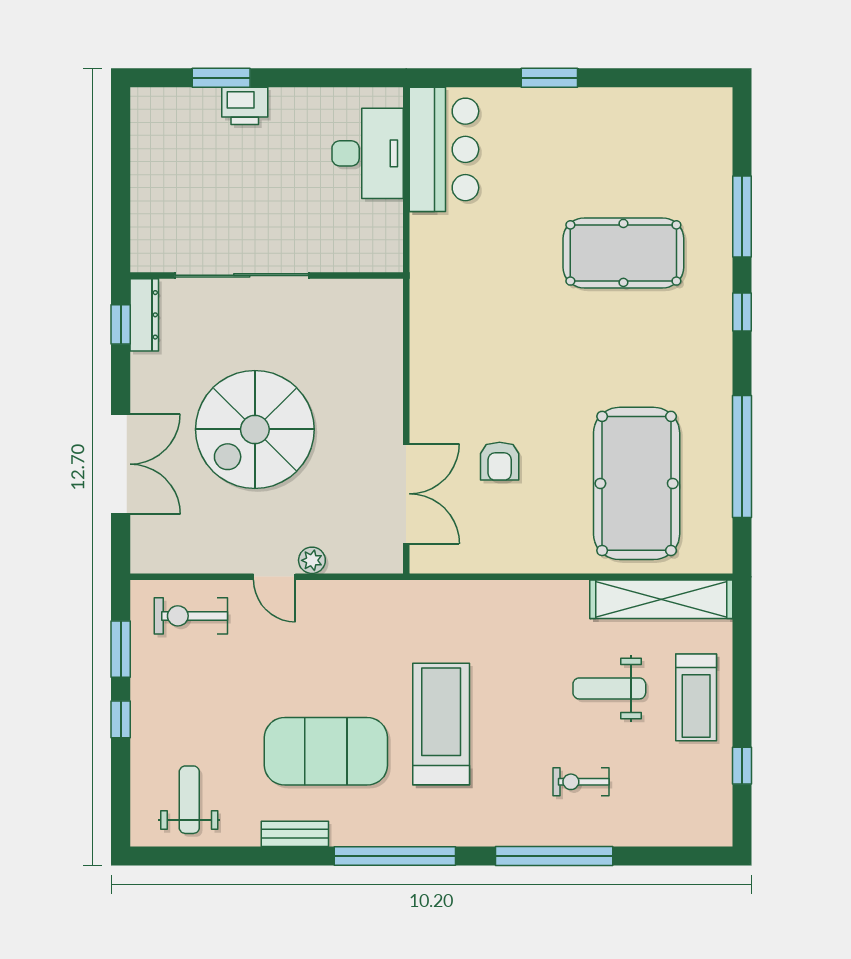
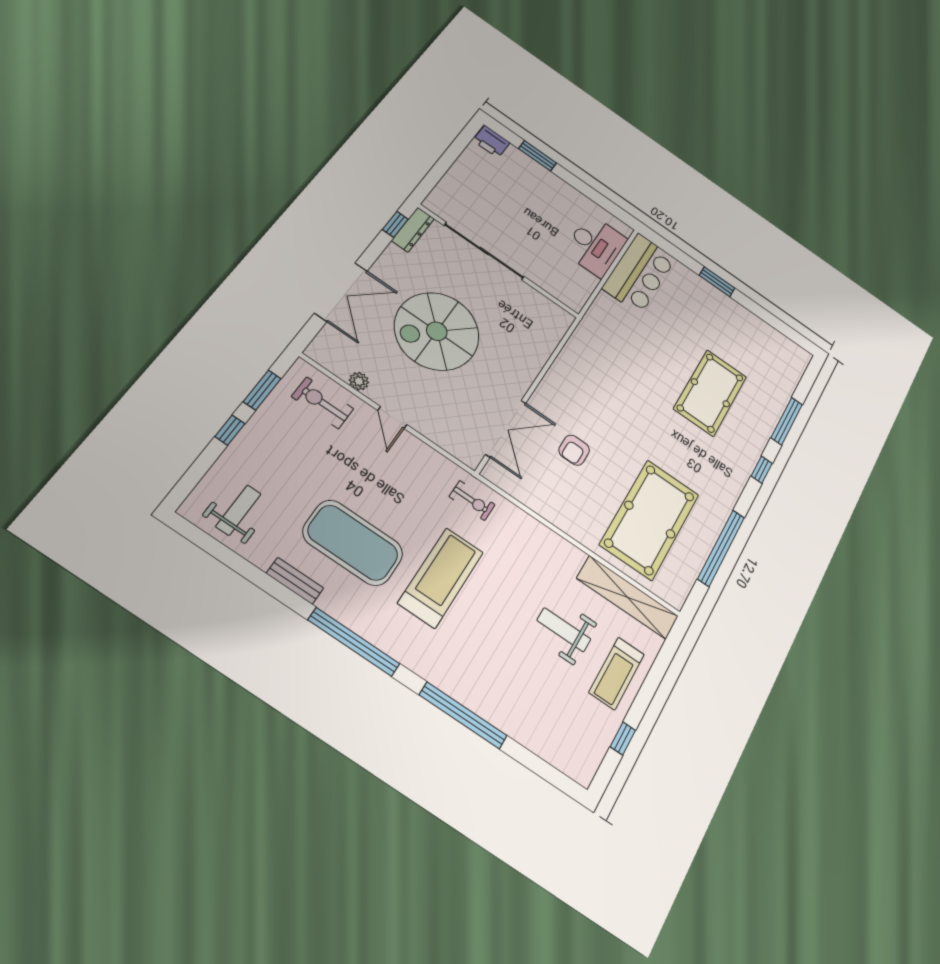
printer: (245, 106) -> (491, 142), moved
pool table: (623, 253) -> (710, 393), turned 90
plant: (312, 560) -> (359, 381), moved
exercise bike: (581, 782) -> (472, 501), moved, turned 180

